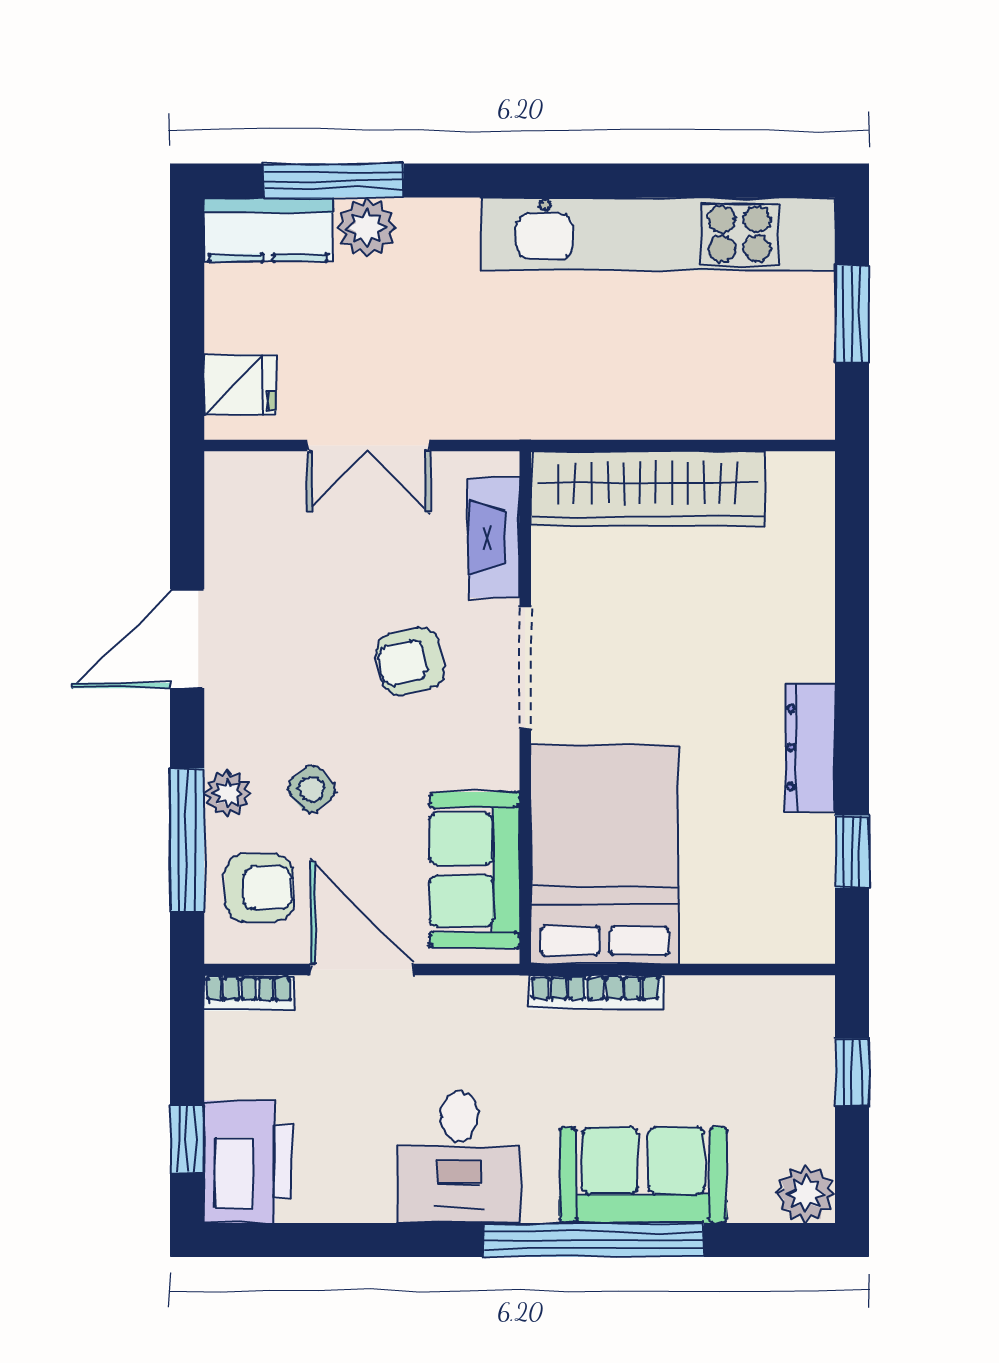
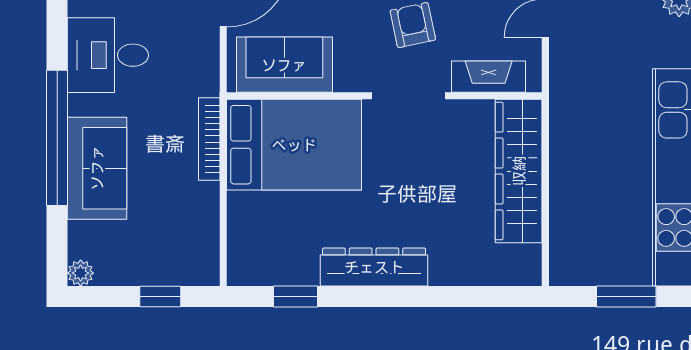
dresser: (810, 747) -> (374, 267), width x1.37, depth x1.24
plant: (806, 1194) -> (81, 273), width x0.73, depth x0.73

